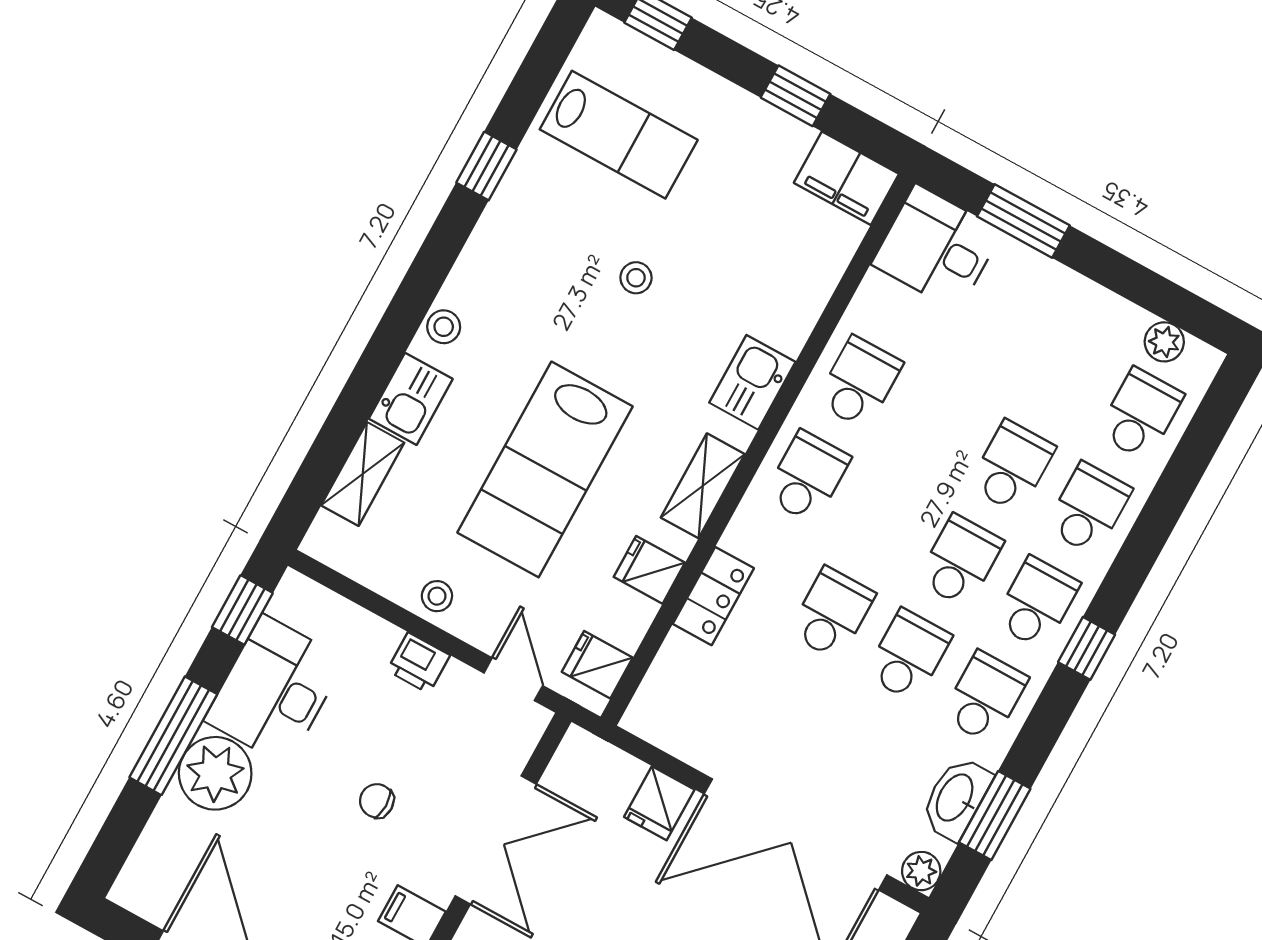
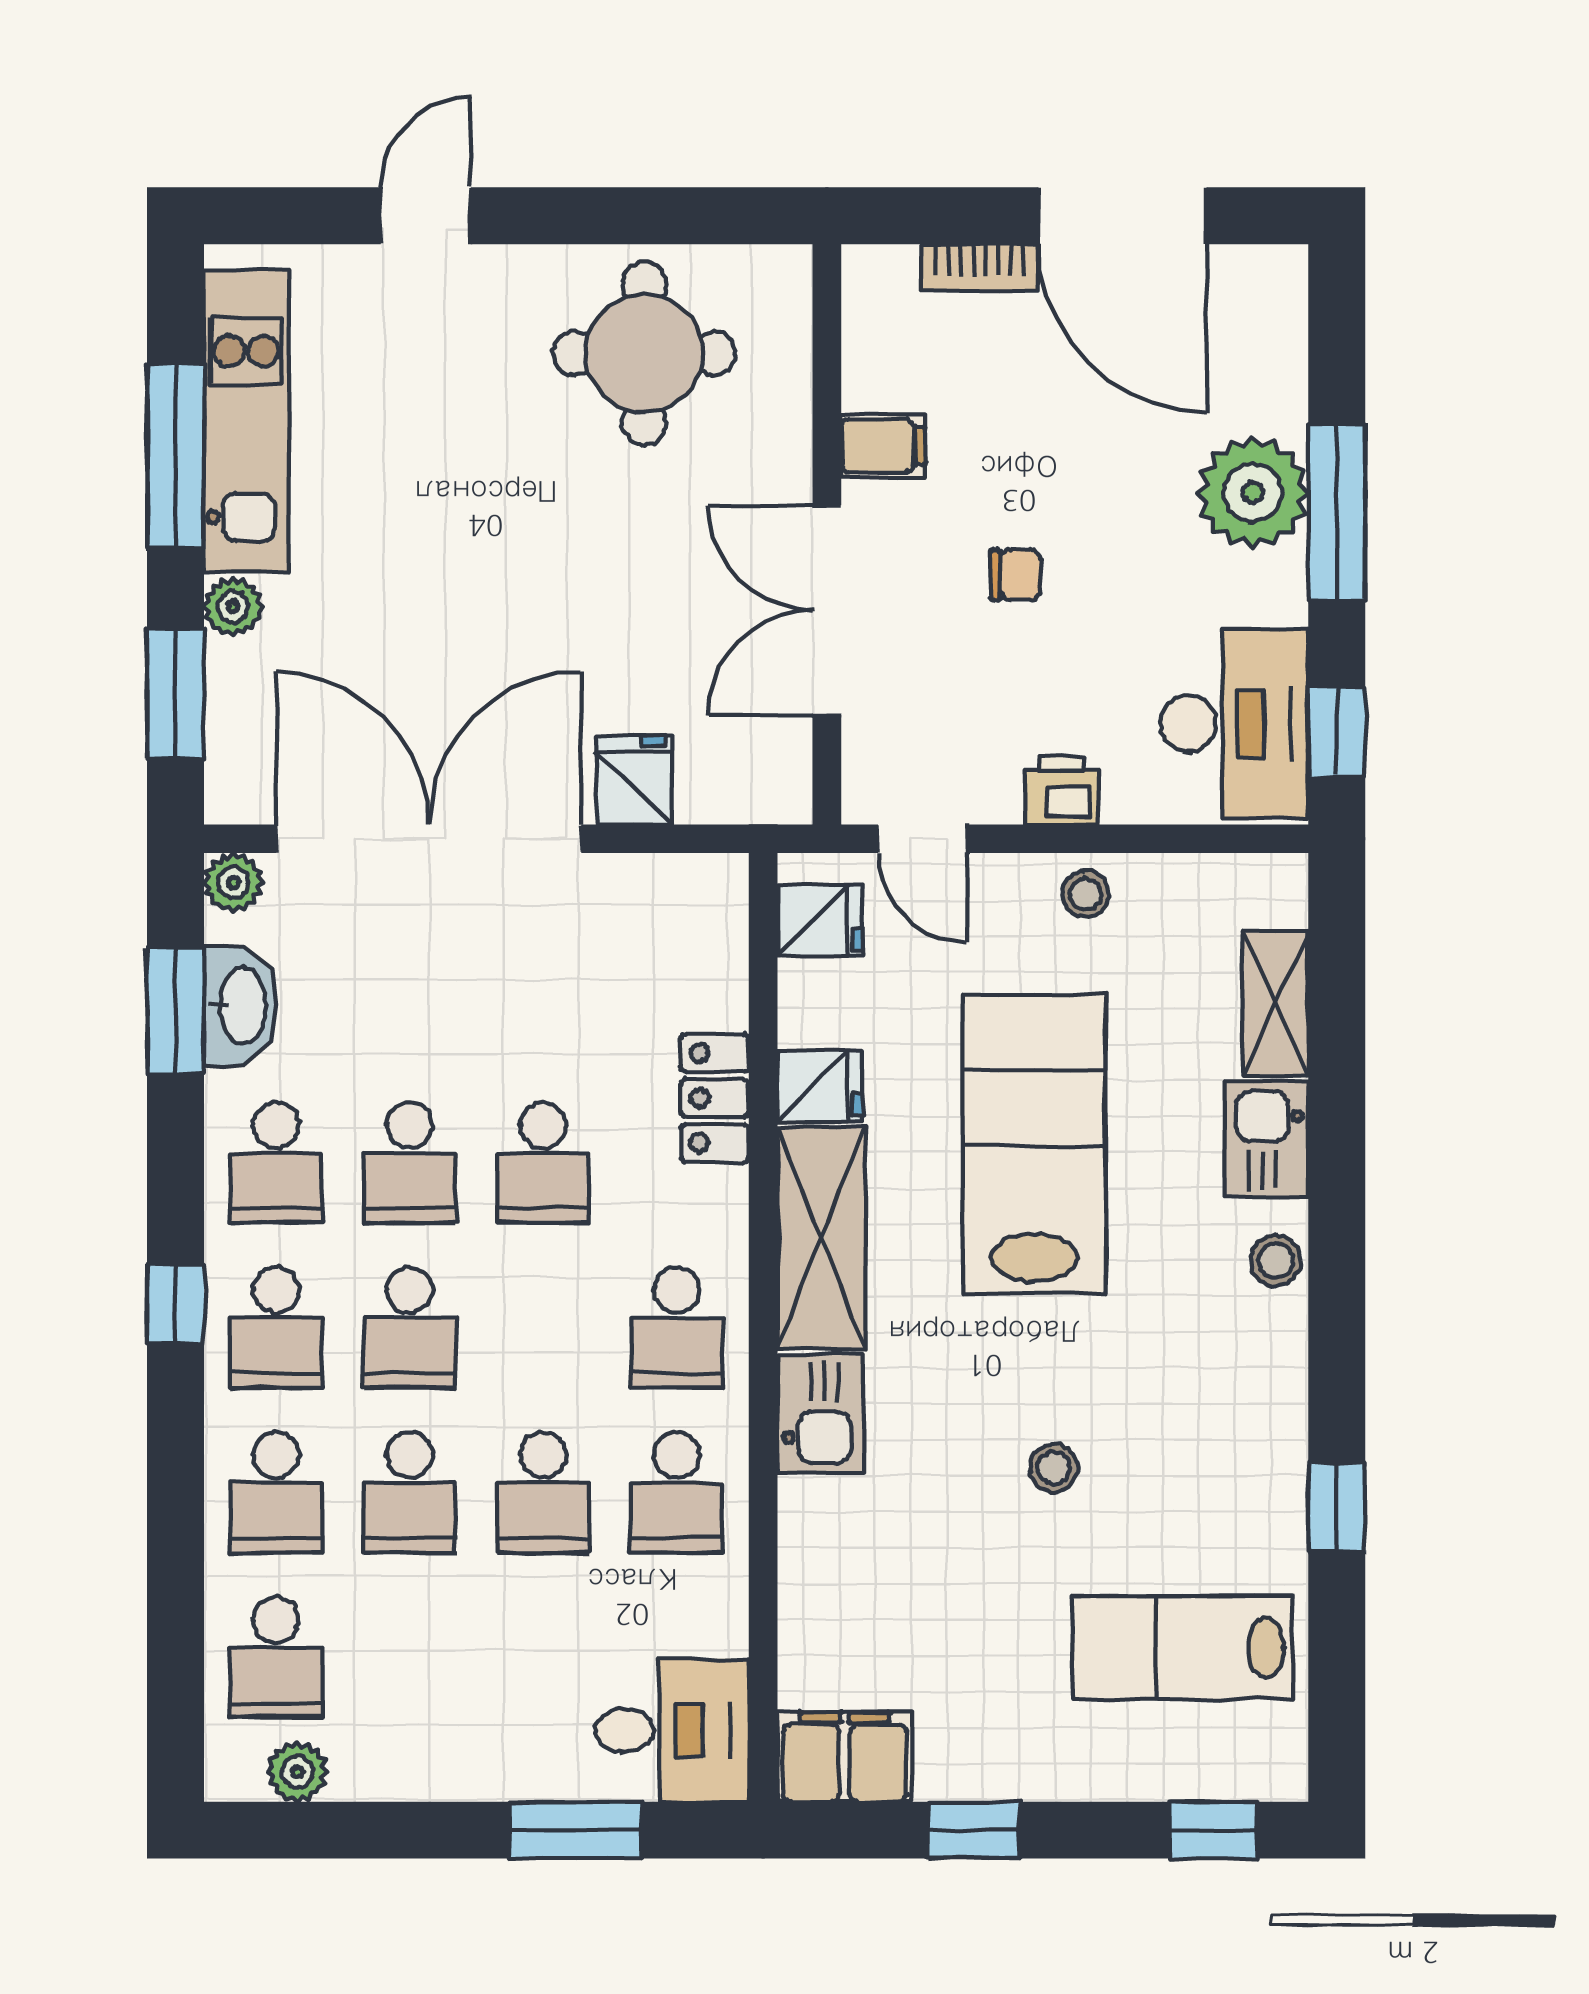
school desk: (936, 424) -> (543, 1492), added
shelving: (703, 486) -> (822, 1238), width x1.50, depth x1.33
desk: (275, 690) -> (1234, 724), moved

